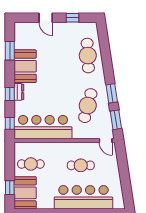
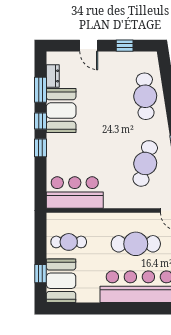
dresser: (19, 92) -> (53, 76), moved
window: (10, 123) -> (40, 121), moved
bar counter: (43, 127) -> (75, 192), width x0.73
cafe table: (81, 165) -> (136, 244), width x1.37, depth x1.35

